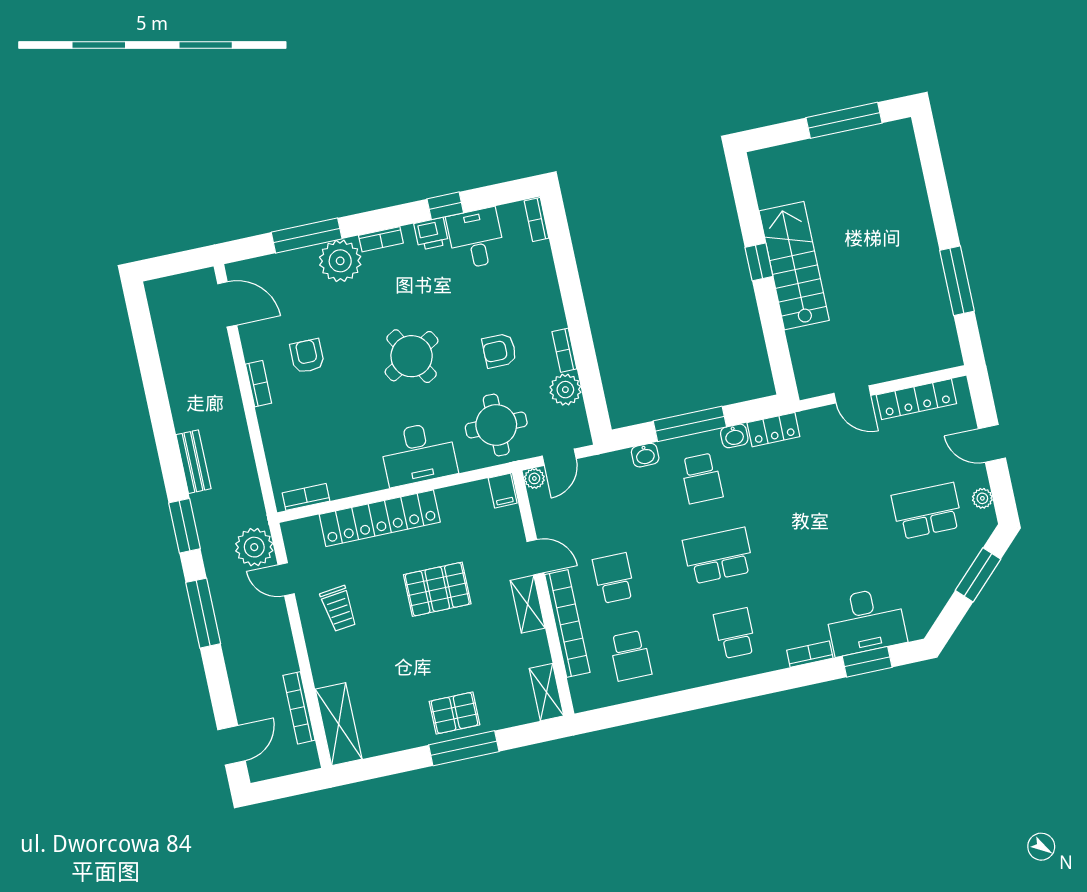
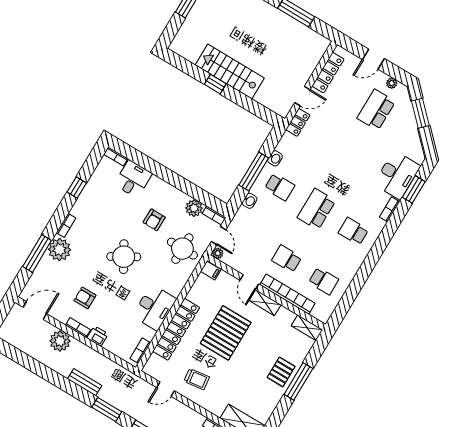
printer: (431, 234) -> (97, 336), moved, turned -90
desk: (476, 238) -> (133, 179), moved, turned 90
bookcase: (564, 350) -> (214, 215), moved
locker: (773, 430) -> (298, 122), moved
desk: (418, 454) -> (154, 307), moved
plant: (254, 547) -> (60, 341), moved
door: (535, 557) -> (249, 282), swing flipped
pallet: (437, 589) -> (226, 333), width x1.37, depth x1.41

